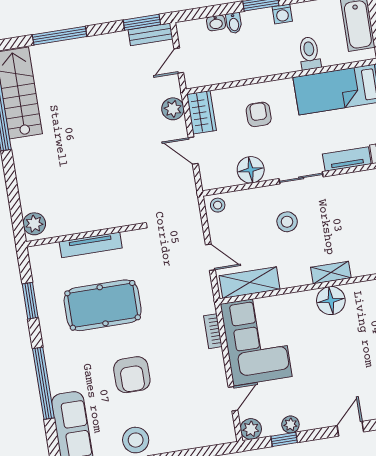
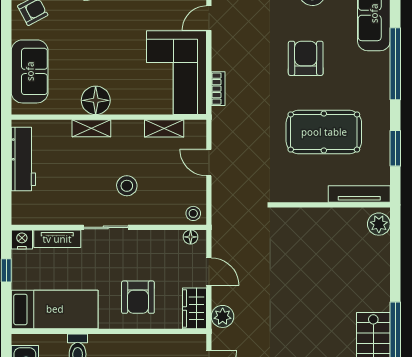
armchair: (259, 114) -> (138, 297), width x1.38, depth x1.38
floor lamp: (251, 170) -> (191, 237), moved, width x0.53, depth x0.53
tv unit: (91, 245) -> (359, 194), moved
shelving: (250, 283) -> (164, 128), width x0.67, depth x0.75

